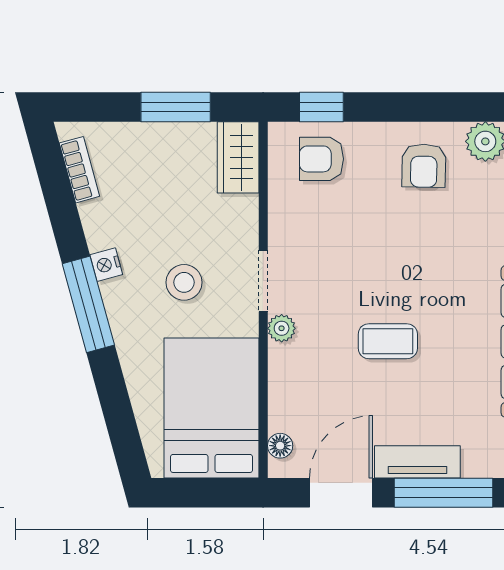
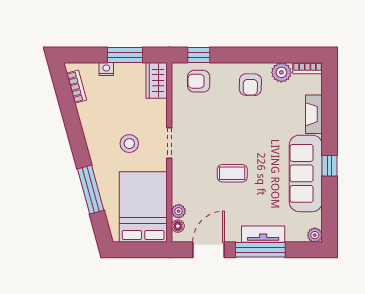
nightstand: (106, 265) -> (106, 69), moved, turned 105
window: (88, 304) -> (91, 190), moved
plant: (282, 328) -> (179, 211), moved
tv unit: (417, 462) -> (263, 234), moved

